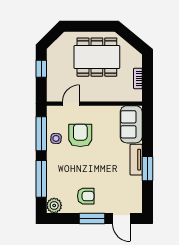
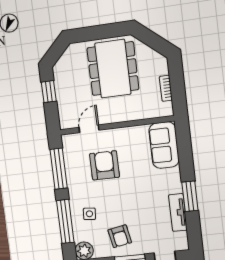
dining table: (97, 57) -> (113, 69), turned 90
side table: (56, 138) -> (89, 214), moved
tv unit: (136, 160) -> (178, 212), moved
armchair: (86, 196) -> (120, 236), turned 79

